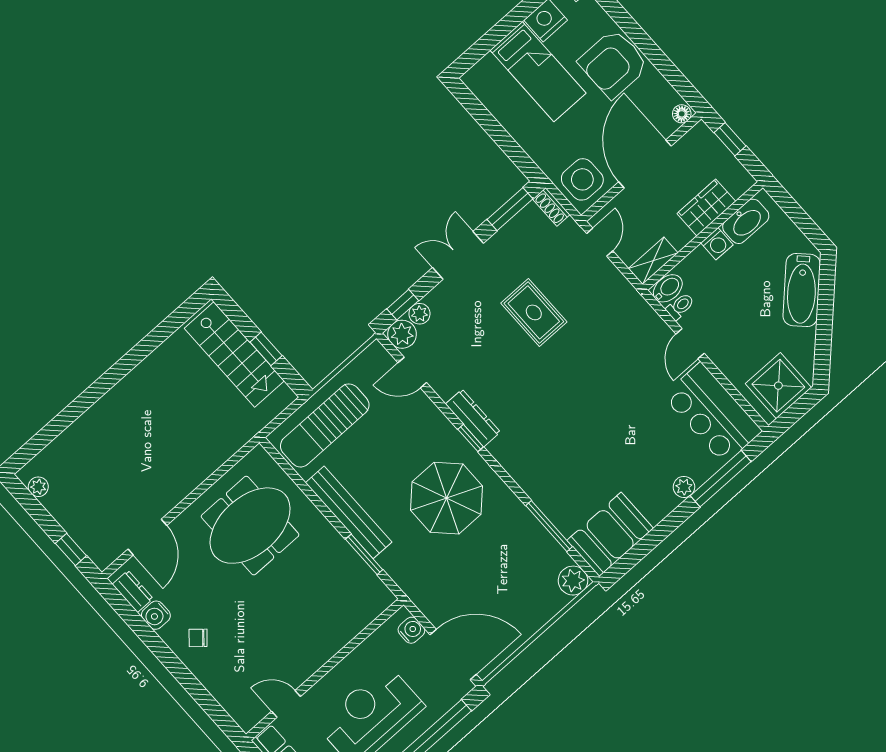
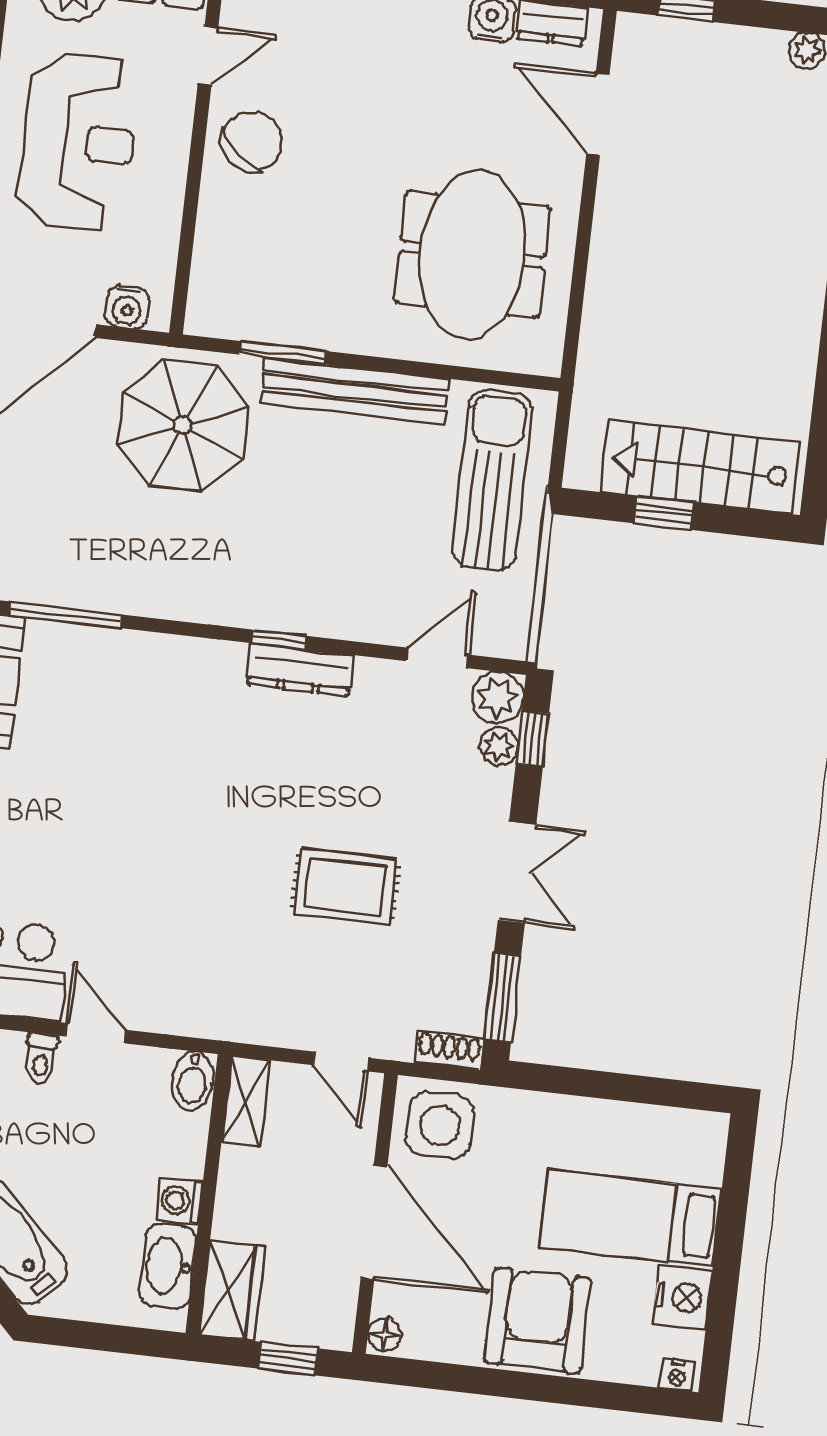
wardrobe: (706, 207) -> (232, 1291), moved
toilet: (680, 306) -> (41, 1058), moved
parasol: (446, 498) -> (183, 425), moved
chair: (198, 638) -> (252, 141), moved, width x1.87, depth x1.87

